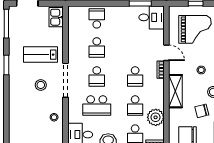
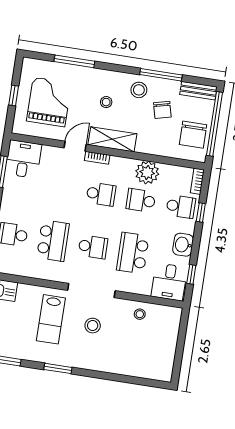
school desk: (97, 47) -> (53, 241), width x1.85
shelving: (175, 91) -> (112, 139), moved
school desk: (97, 106) -> (133, 253), turned 180
school desk: (135, 106) -> (141, 200), turned 180
plant: (156, 117) -> (147, 173), moved

